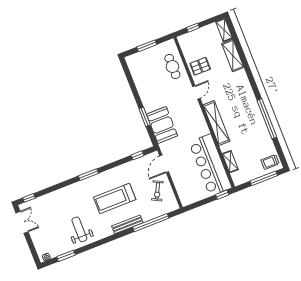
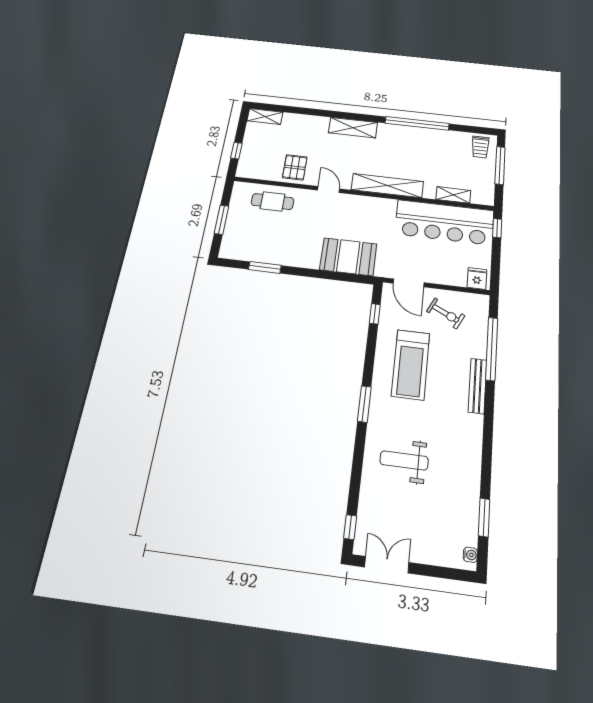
shelving: (233, 55) -> (353, 128), moved
window: (145, 117) -> (265, 267), moved
treadmill: (115, 198) -> (411, 364), moved
fridge: (186, 198) -> (477, 278), added
weight bench: (79, 229) -> (404, 460), moved

